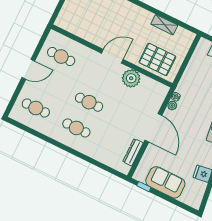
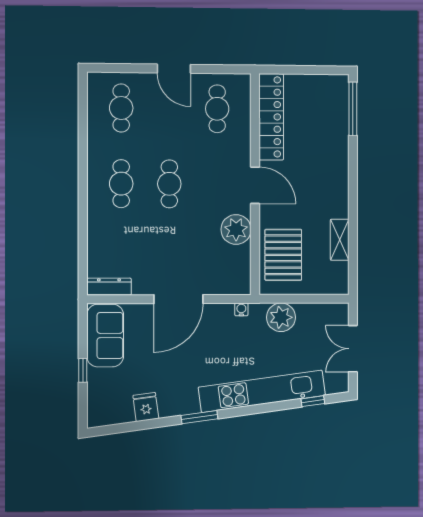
locker: (80, 29) -> (271, 117), added
plant: (172, 105) -> (281, 317), moved, width x1.88, depth x1.88
dresser: (133, 152) -> (109, 287), moved
sofa: (165, 182) -> (105, 336), moved
window: (144, 187) -> (83, 370), moved

